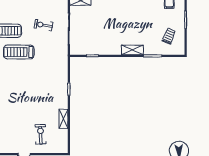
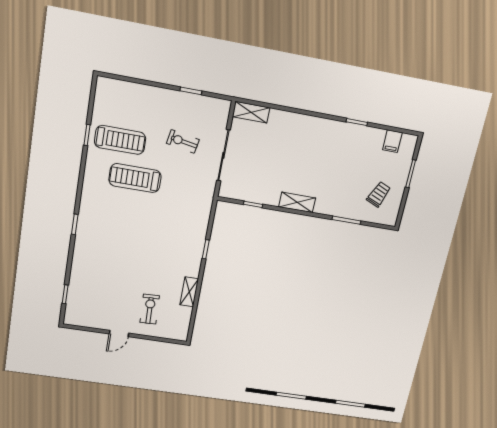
shelving: (132, 50) -> (297, 202), moved

